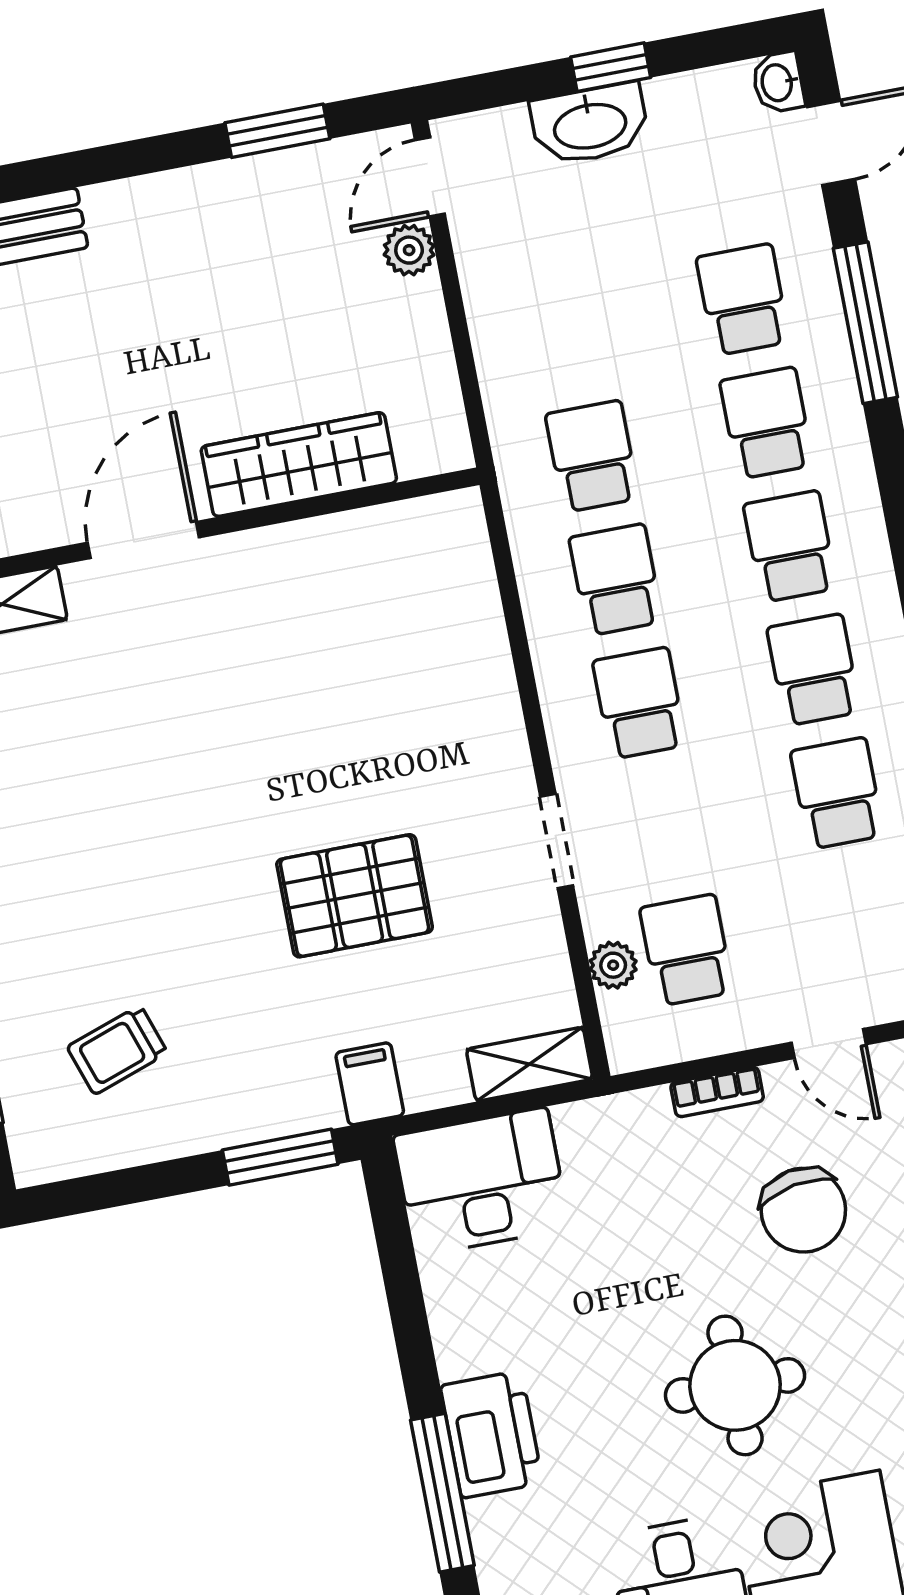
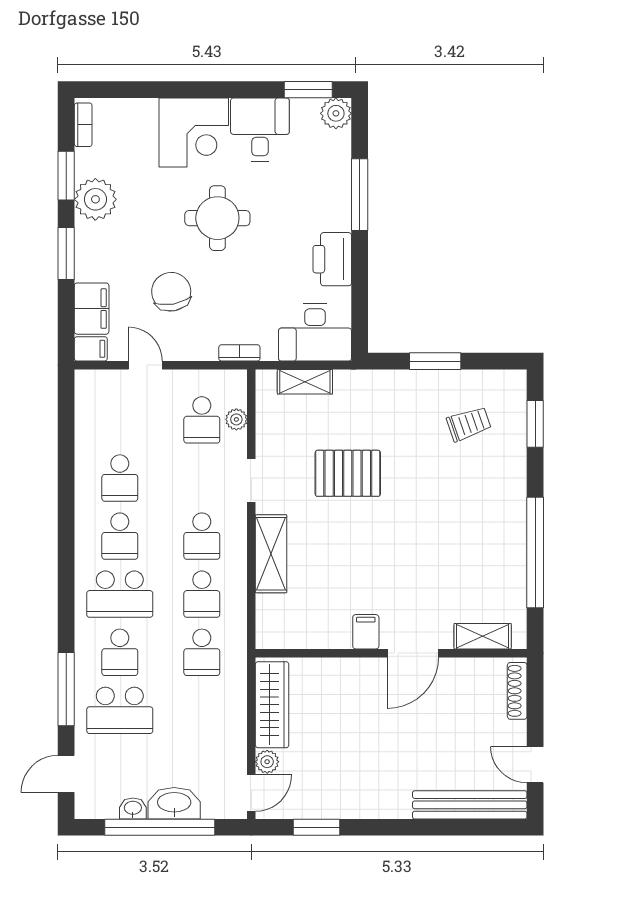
window: (611, 67) -> (160, 827), width x3.17
washbasin: (778, 82) -> (133, 808), moved, turned -90
school desk: (743, 300) -> (120, 710), width x1.85
wardrobe: (299, 464) -> (272, 705), moved, turned -90
school desk: (790, 546) -> (120, 594), width x1.85
shelving: (485, 694) -> (271, 554), added
shelving: (529, 1064) -> (305, 382), moved
filing cabinet: (370, 1084) -> (366, 632), moved, turned 180
bookcase: (717, 1092) -> (239, 353), moved
window: (280, 1157) -> (435, 361), moved
printer: (492, 1434) -> (332, 259), moved

